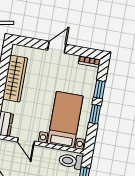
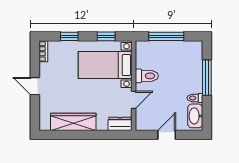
window: (95, 114) -> (106, 36), moved
toilet: (71, 161) -> (147, 76), moved, turned -90

